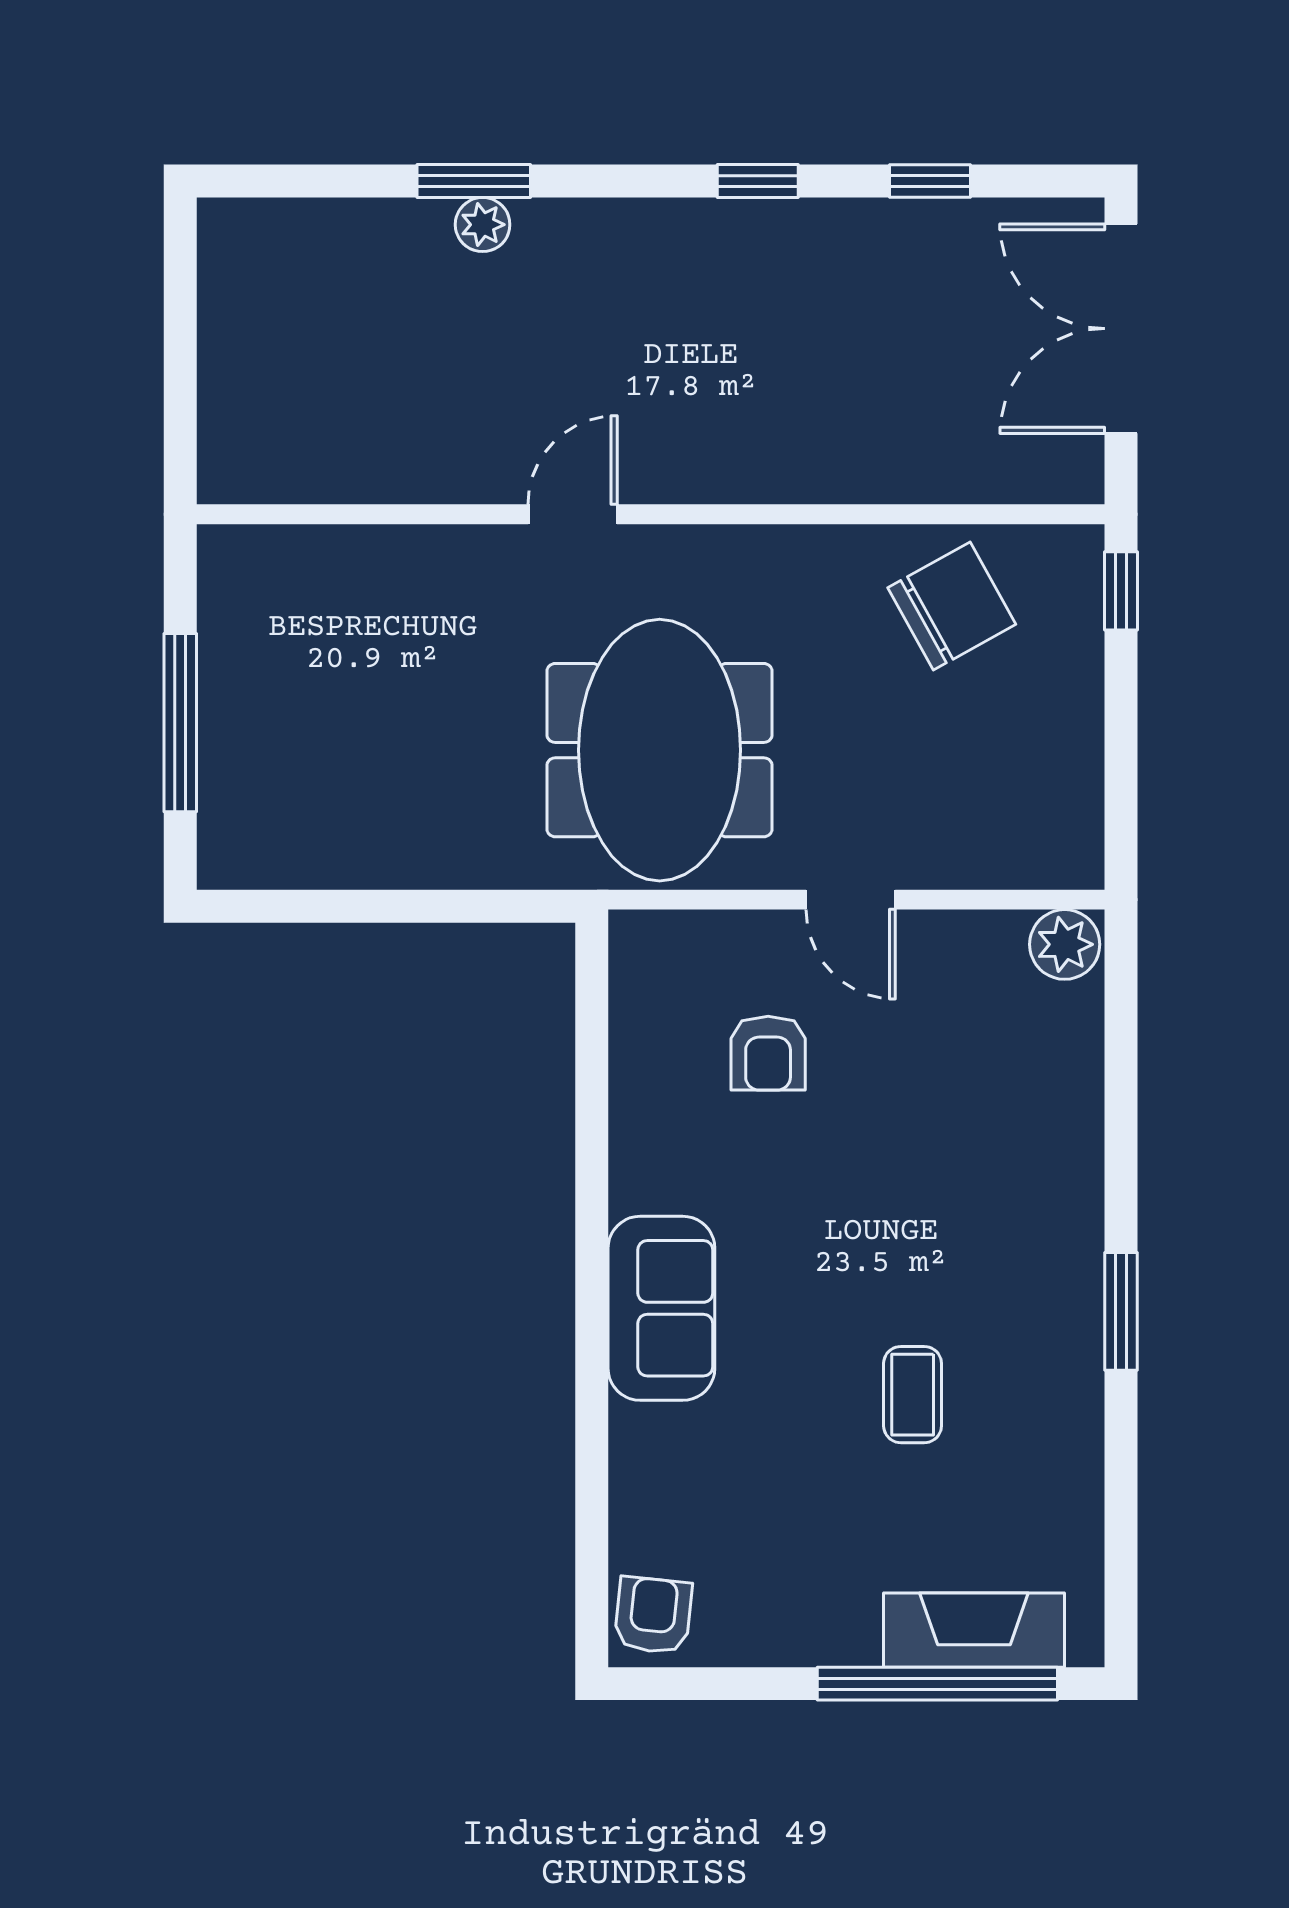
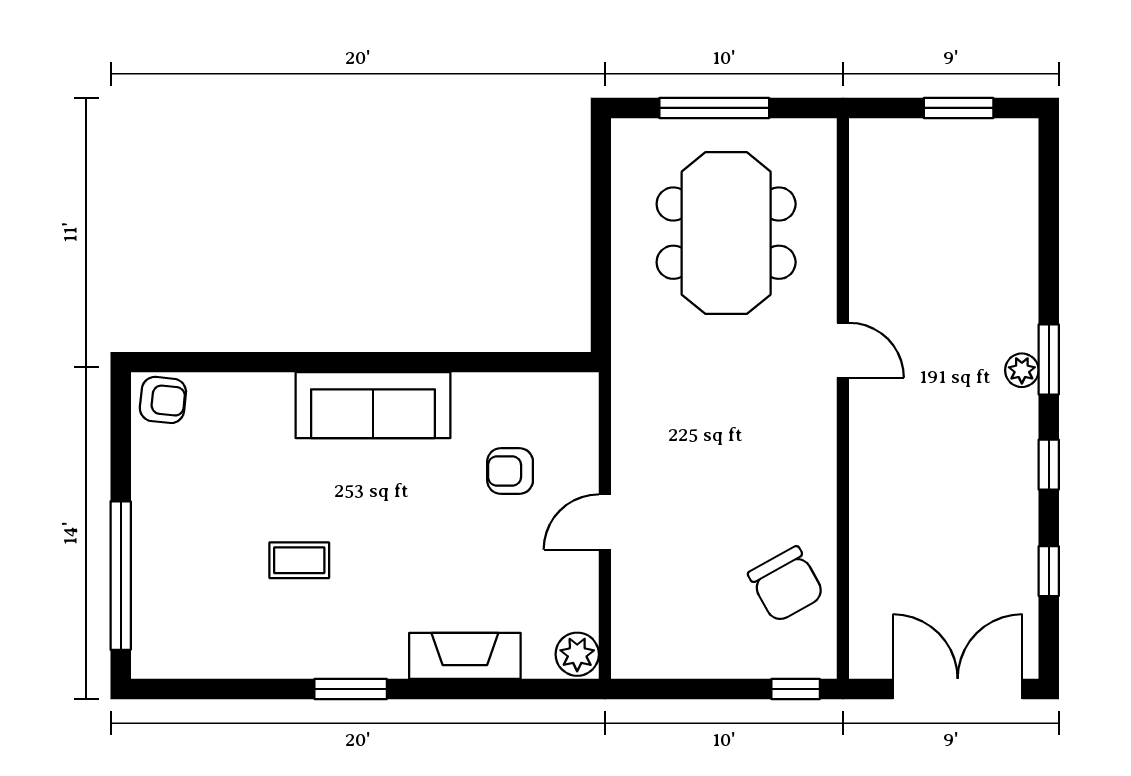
window: (474, 181) -> (1049, 359), moved
plant: (483, 225) -> (1022, 370), moved
window: (180, 327) -> (959, 108), added
meeting table: (660, 750) -> (726, 233), moved, turned 90
sofa: (661, 1308) -> (373, 405), width x1.36
fireplace: (974, 1630) -> (465, 656), moved, turned -90

